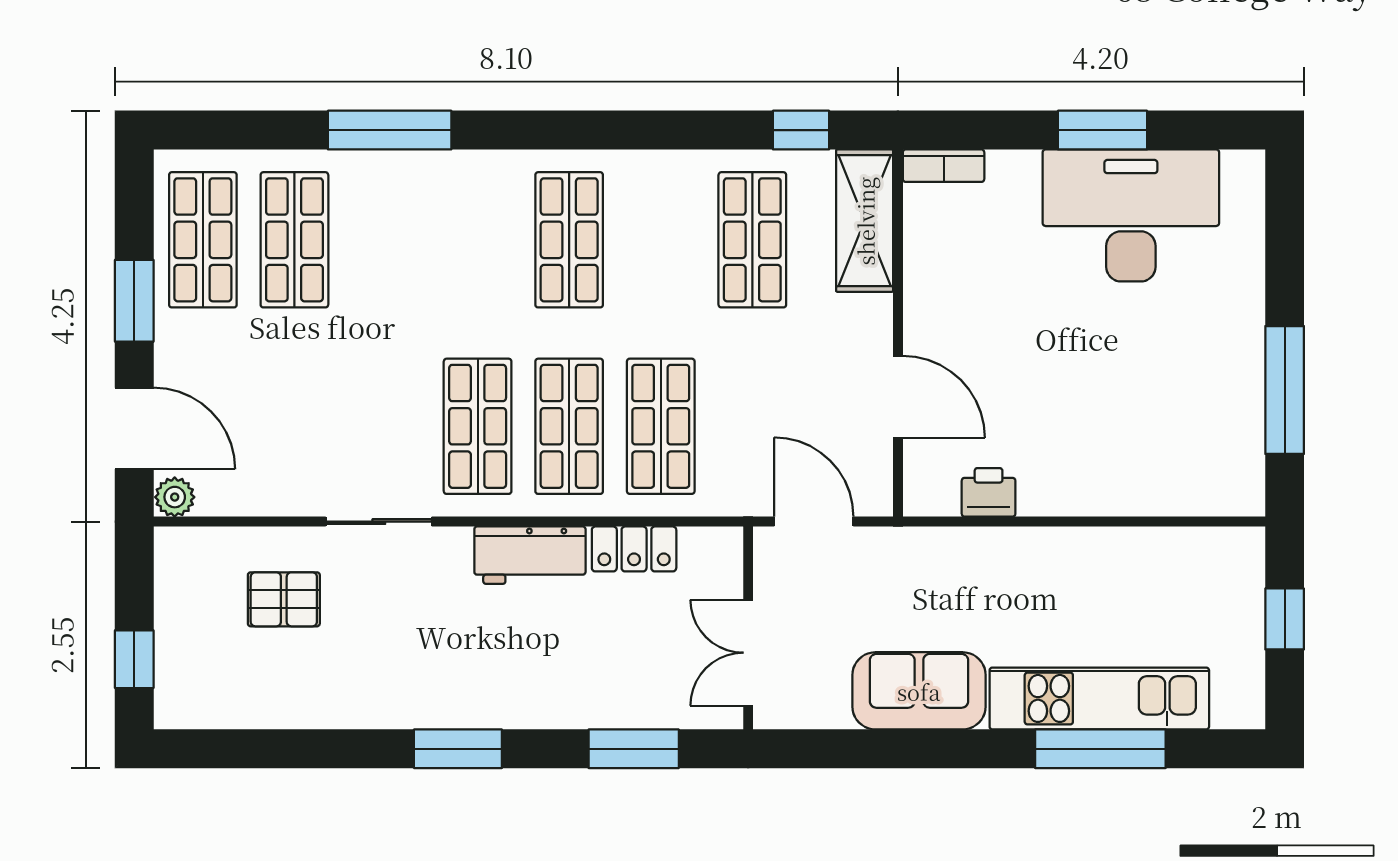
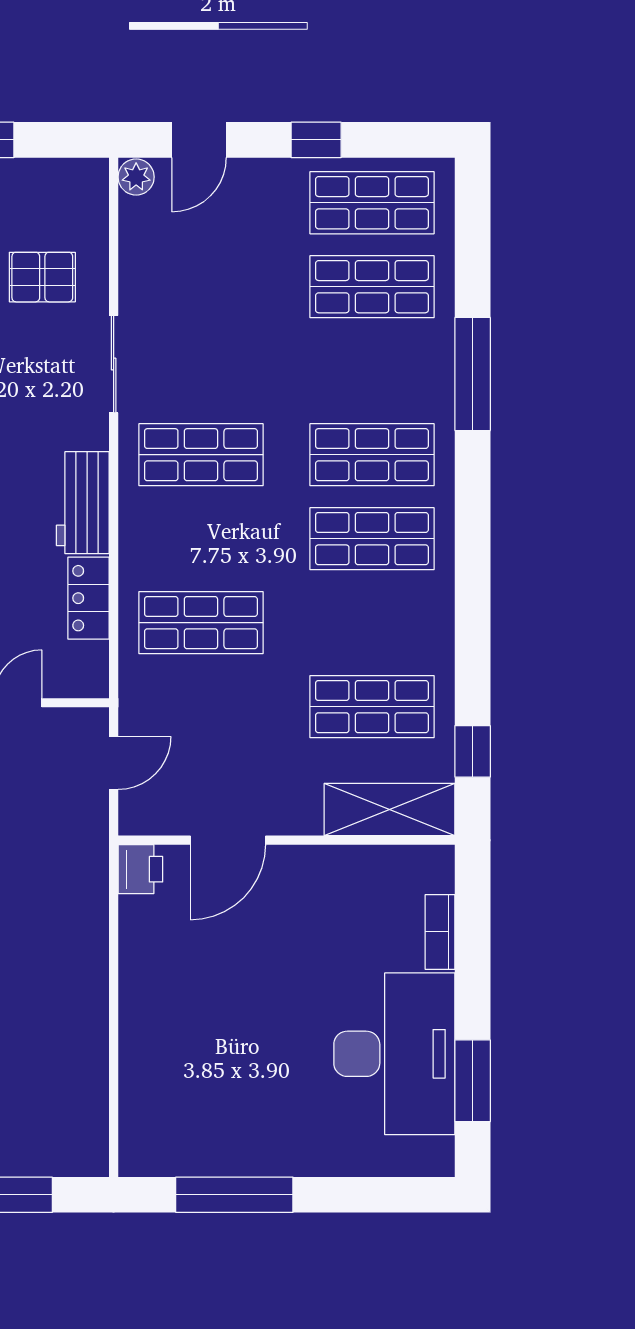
window: (1102, 130) -> (473, 1081), moved
bookcase: (944, 166) -> (440, 932), moved
window: (134, 301) -> (316, 140), width x0.67
shop shelf: (569, 426) -> (372, 455), moved
door: (134, 428) -> (199, 140), width x0.73
printer: (989, 492) -> (140, 869), moved
door: (814, 522) -> (114, 763), width x0.73
pallet: (284, 599) -> (42, 277), turned 90

